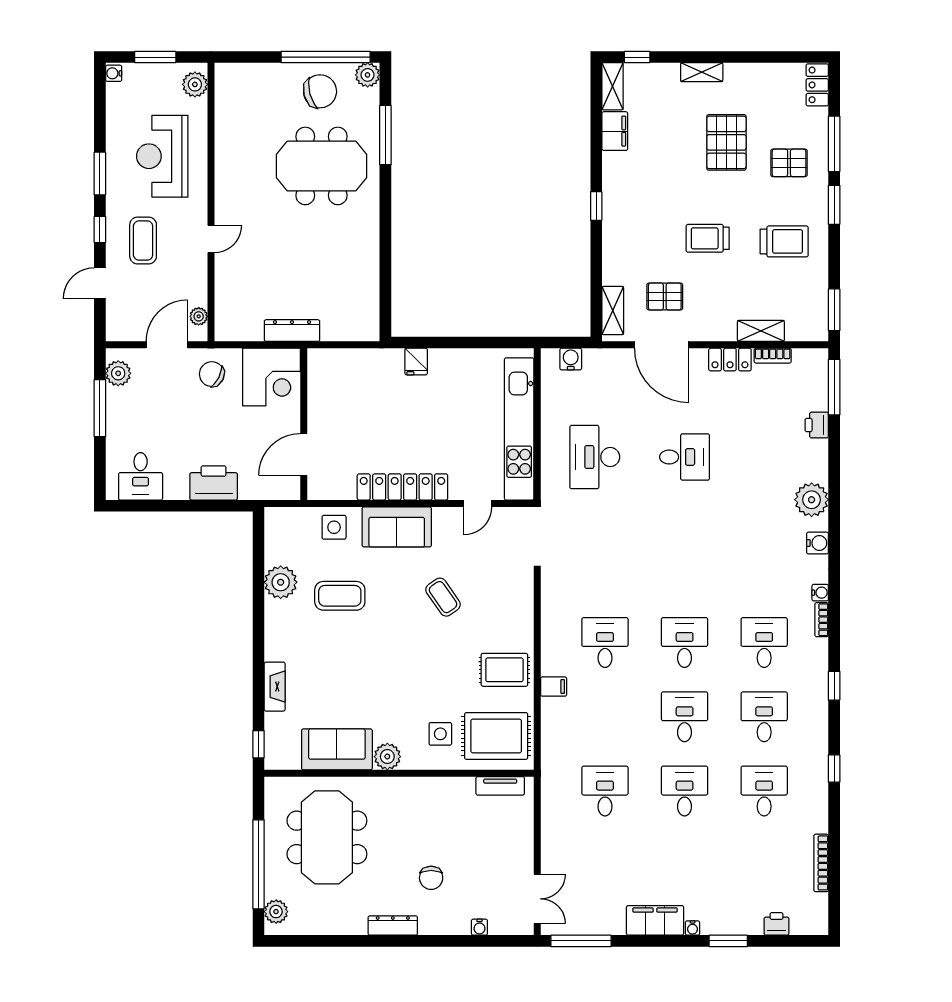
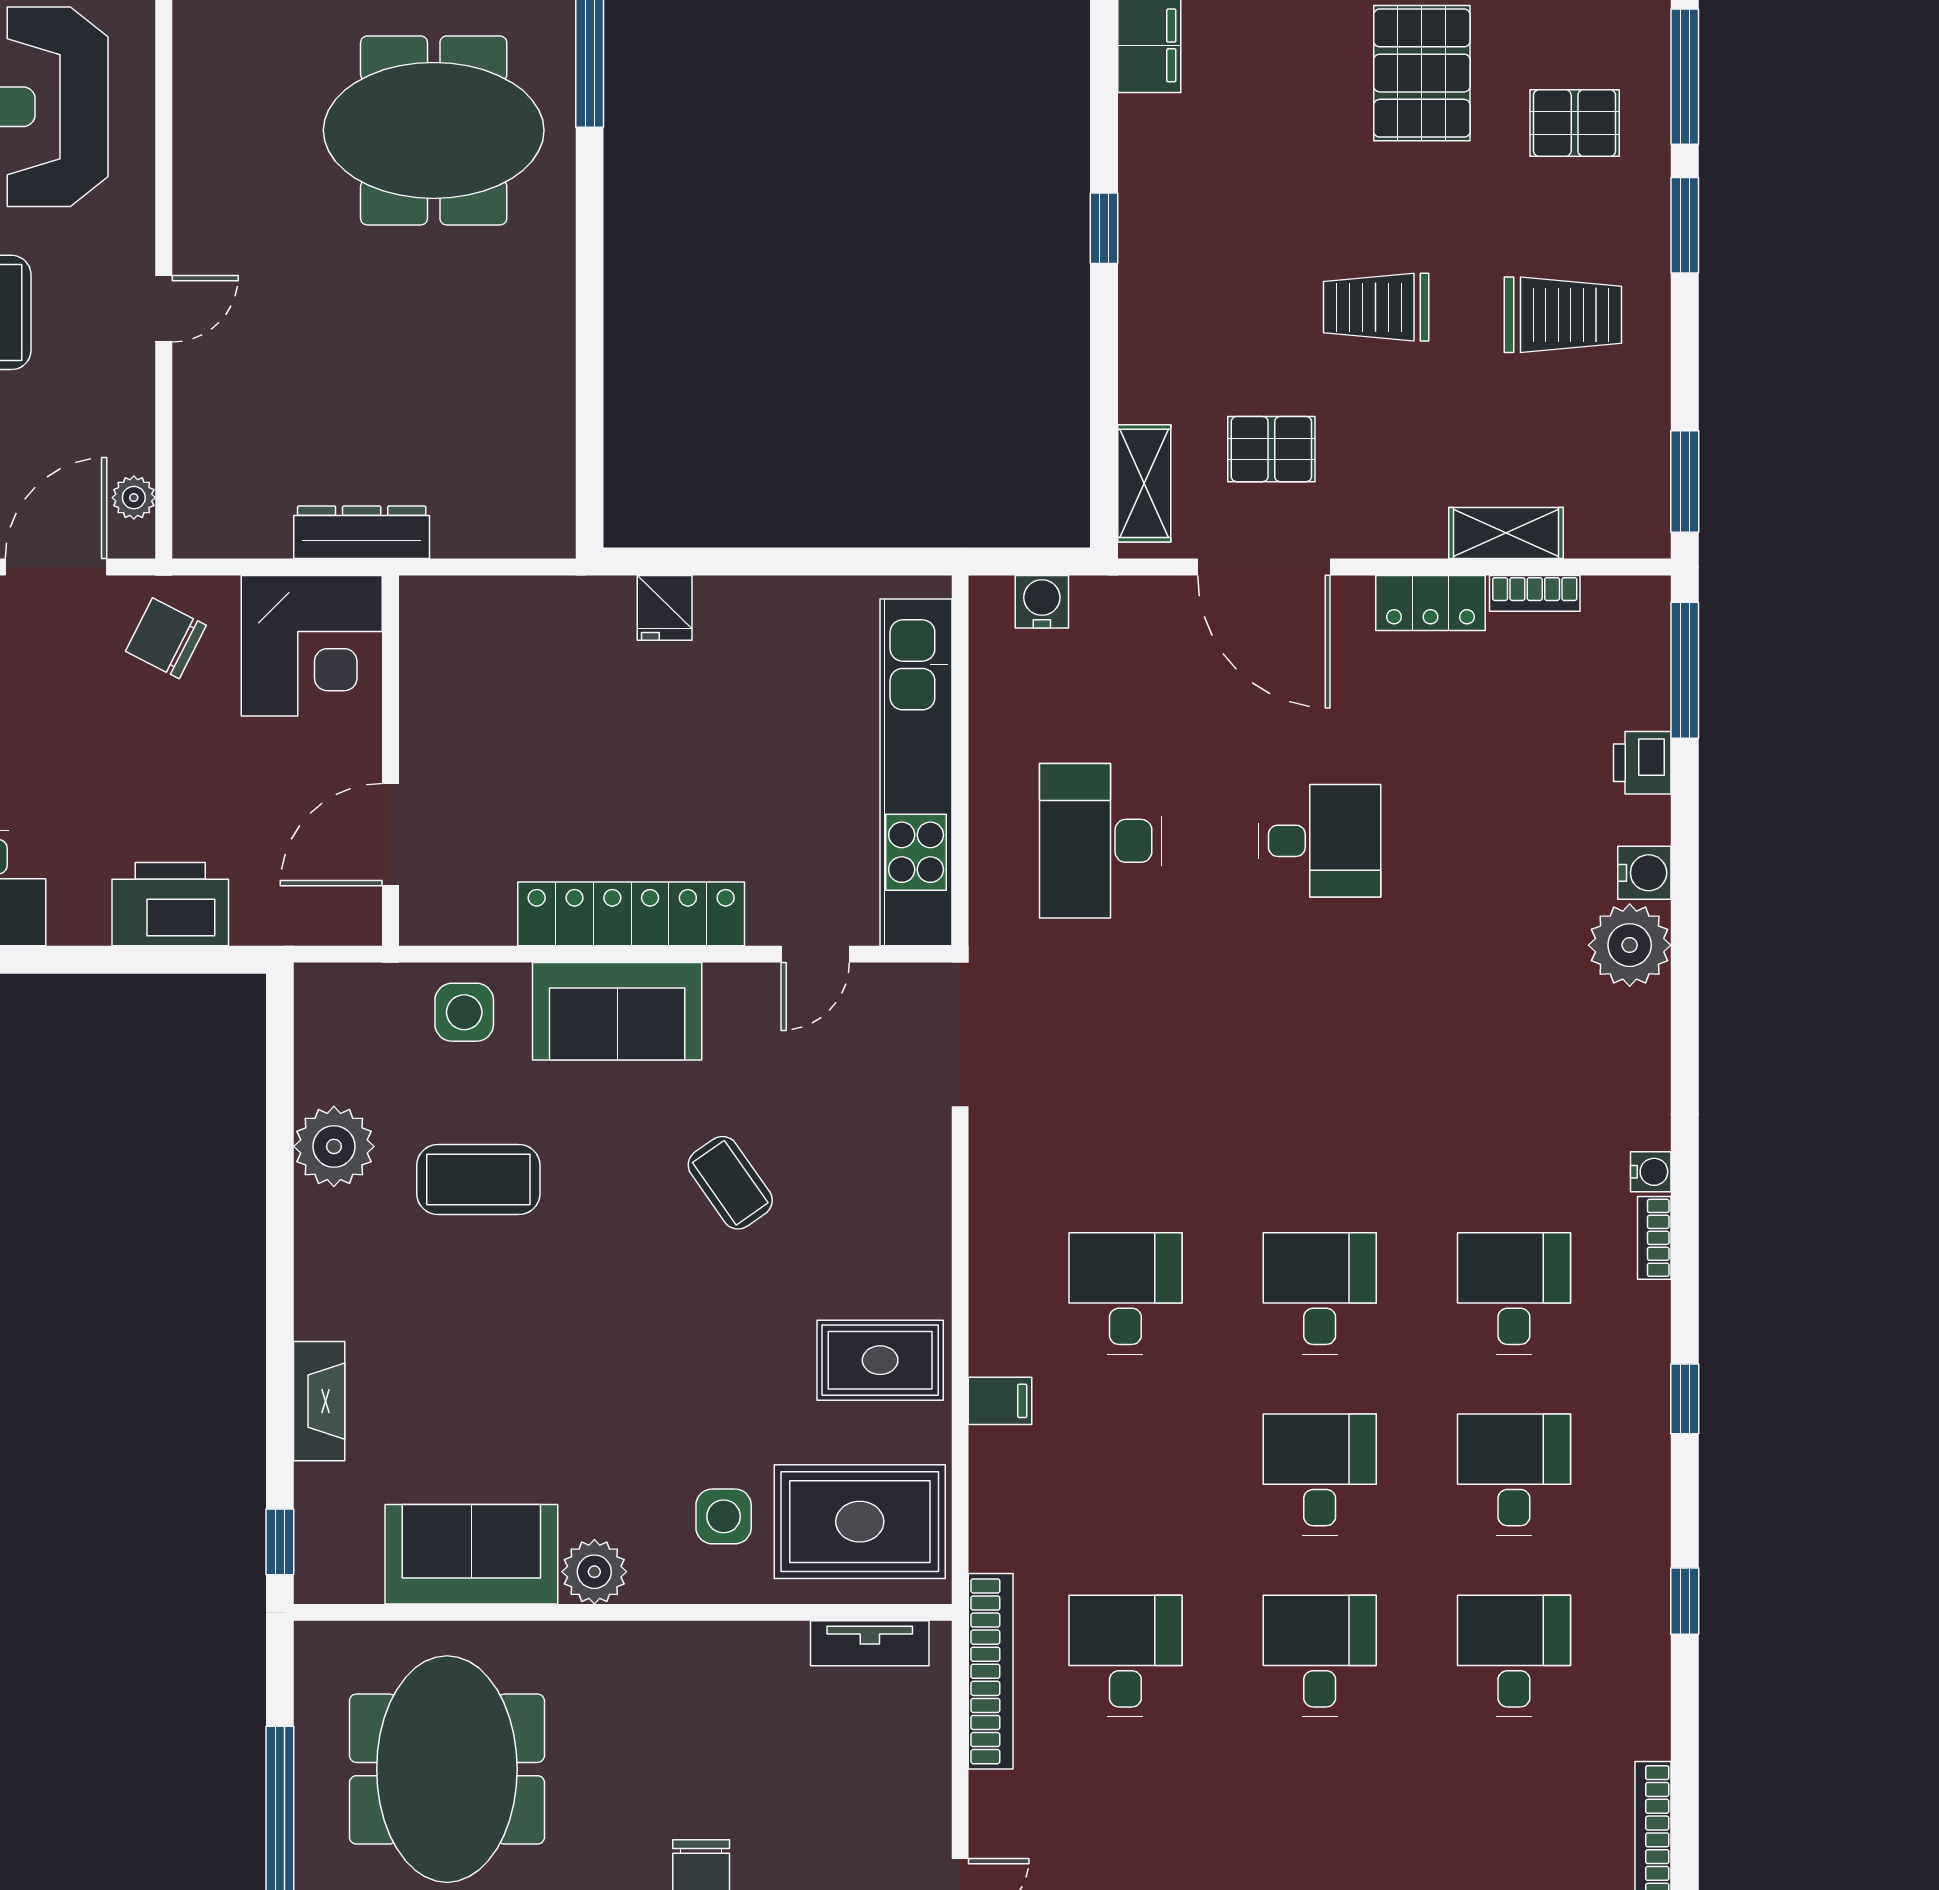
water cooler: (818, 543) -> (1644, 873), moved
bookcase: (550, 797) -> (991, 1671), added

